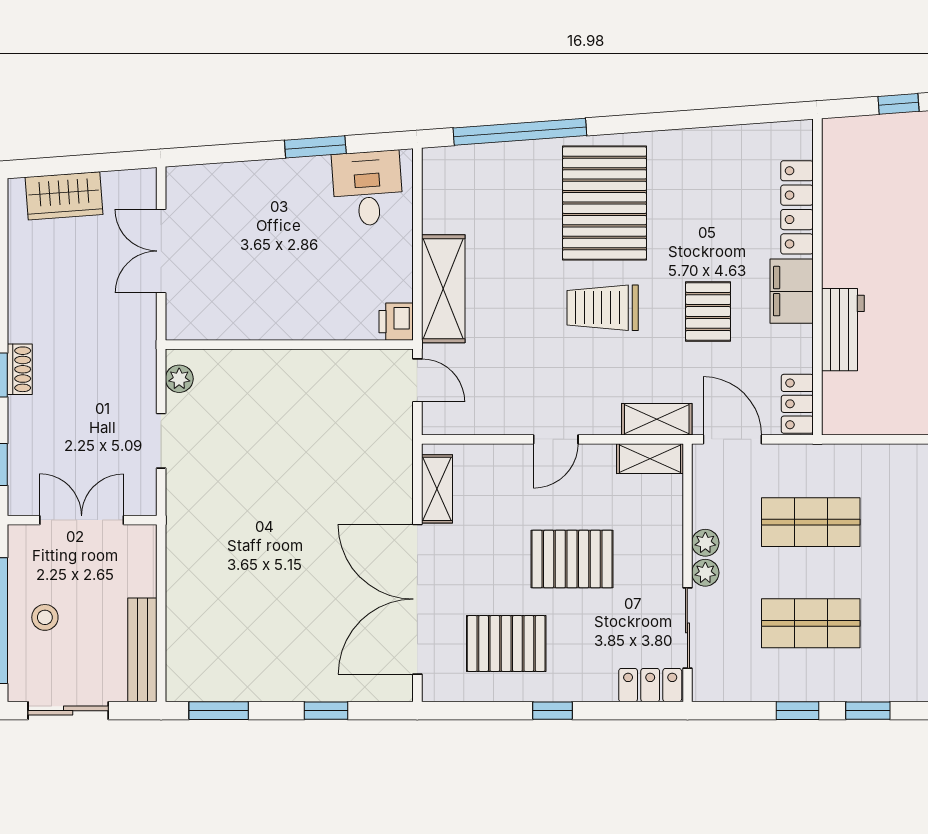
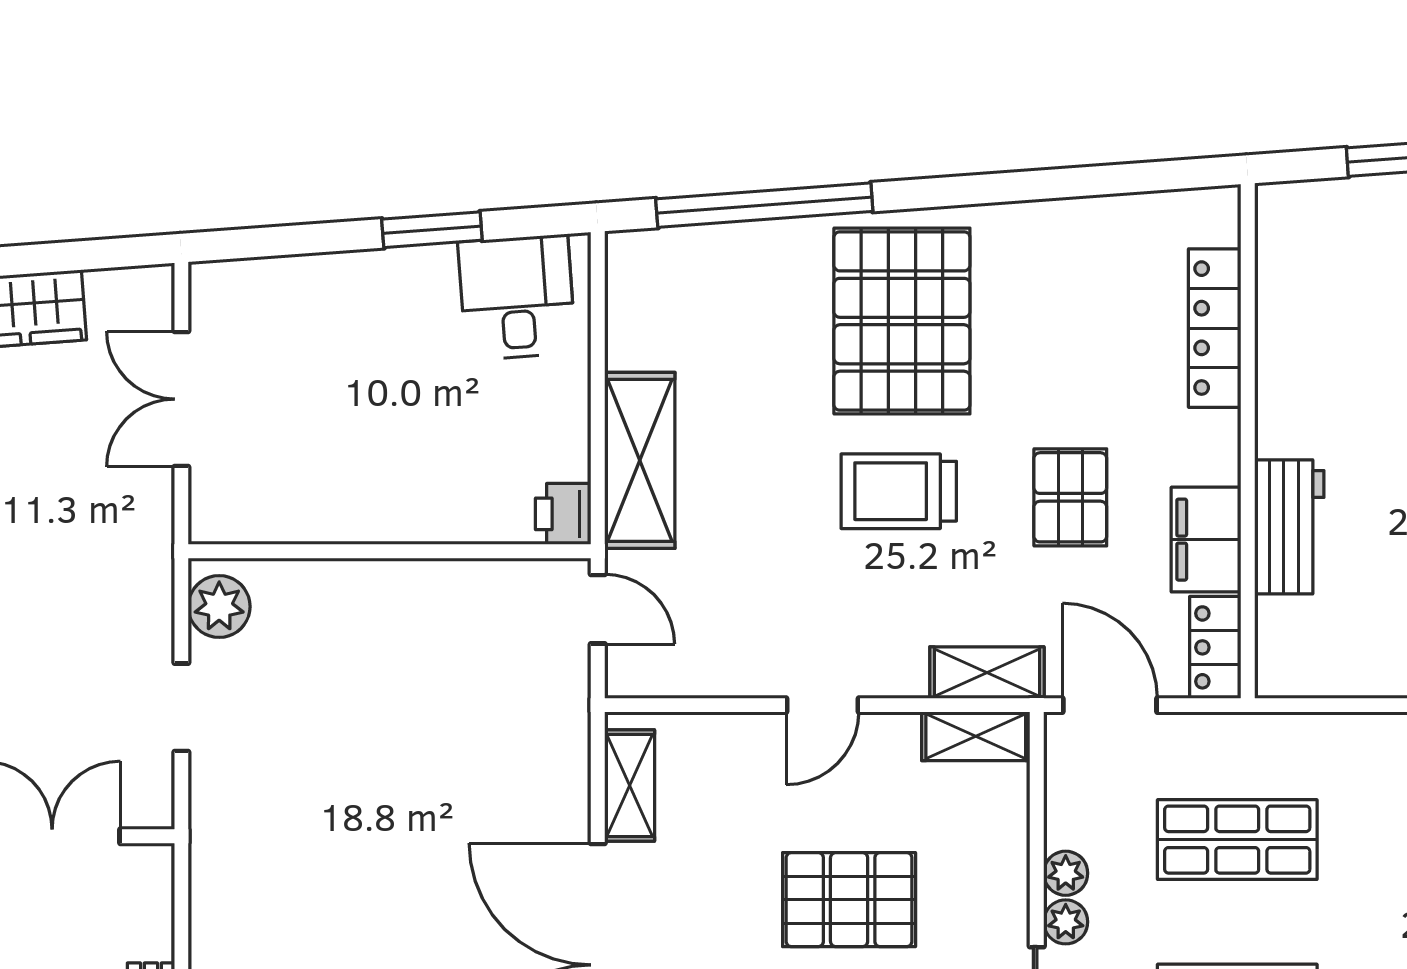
filing cabinet: (792, 291) -> (1206, 540), moved
plant: (179, 379) -> (219, 607), width x1.38, depth x1.38

